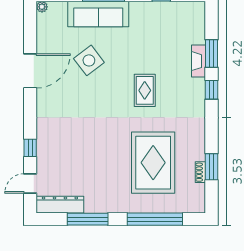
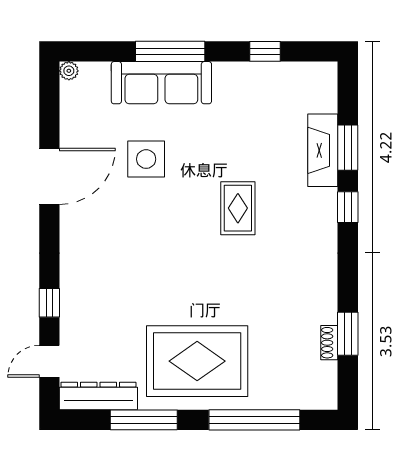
side table: (89, 60) -> (146, 159), turned 37
fireplace: (199, 61) -> (323, 150), width x1.37, depth x1.32
rug: (153, 163) -> (197, 361), moved, turned 90

